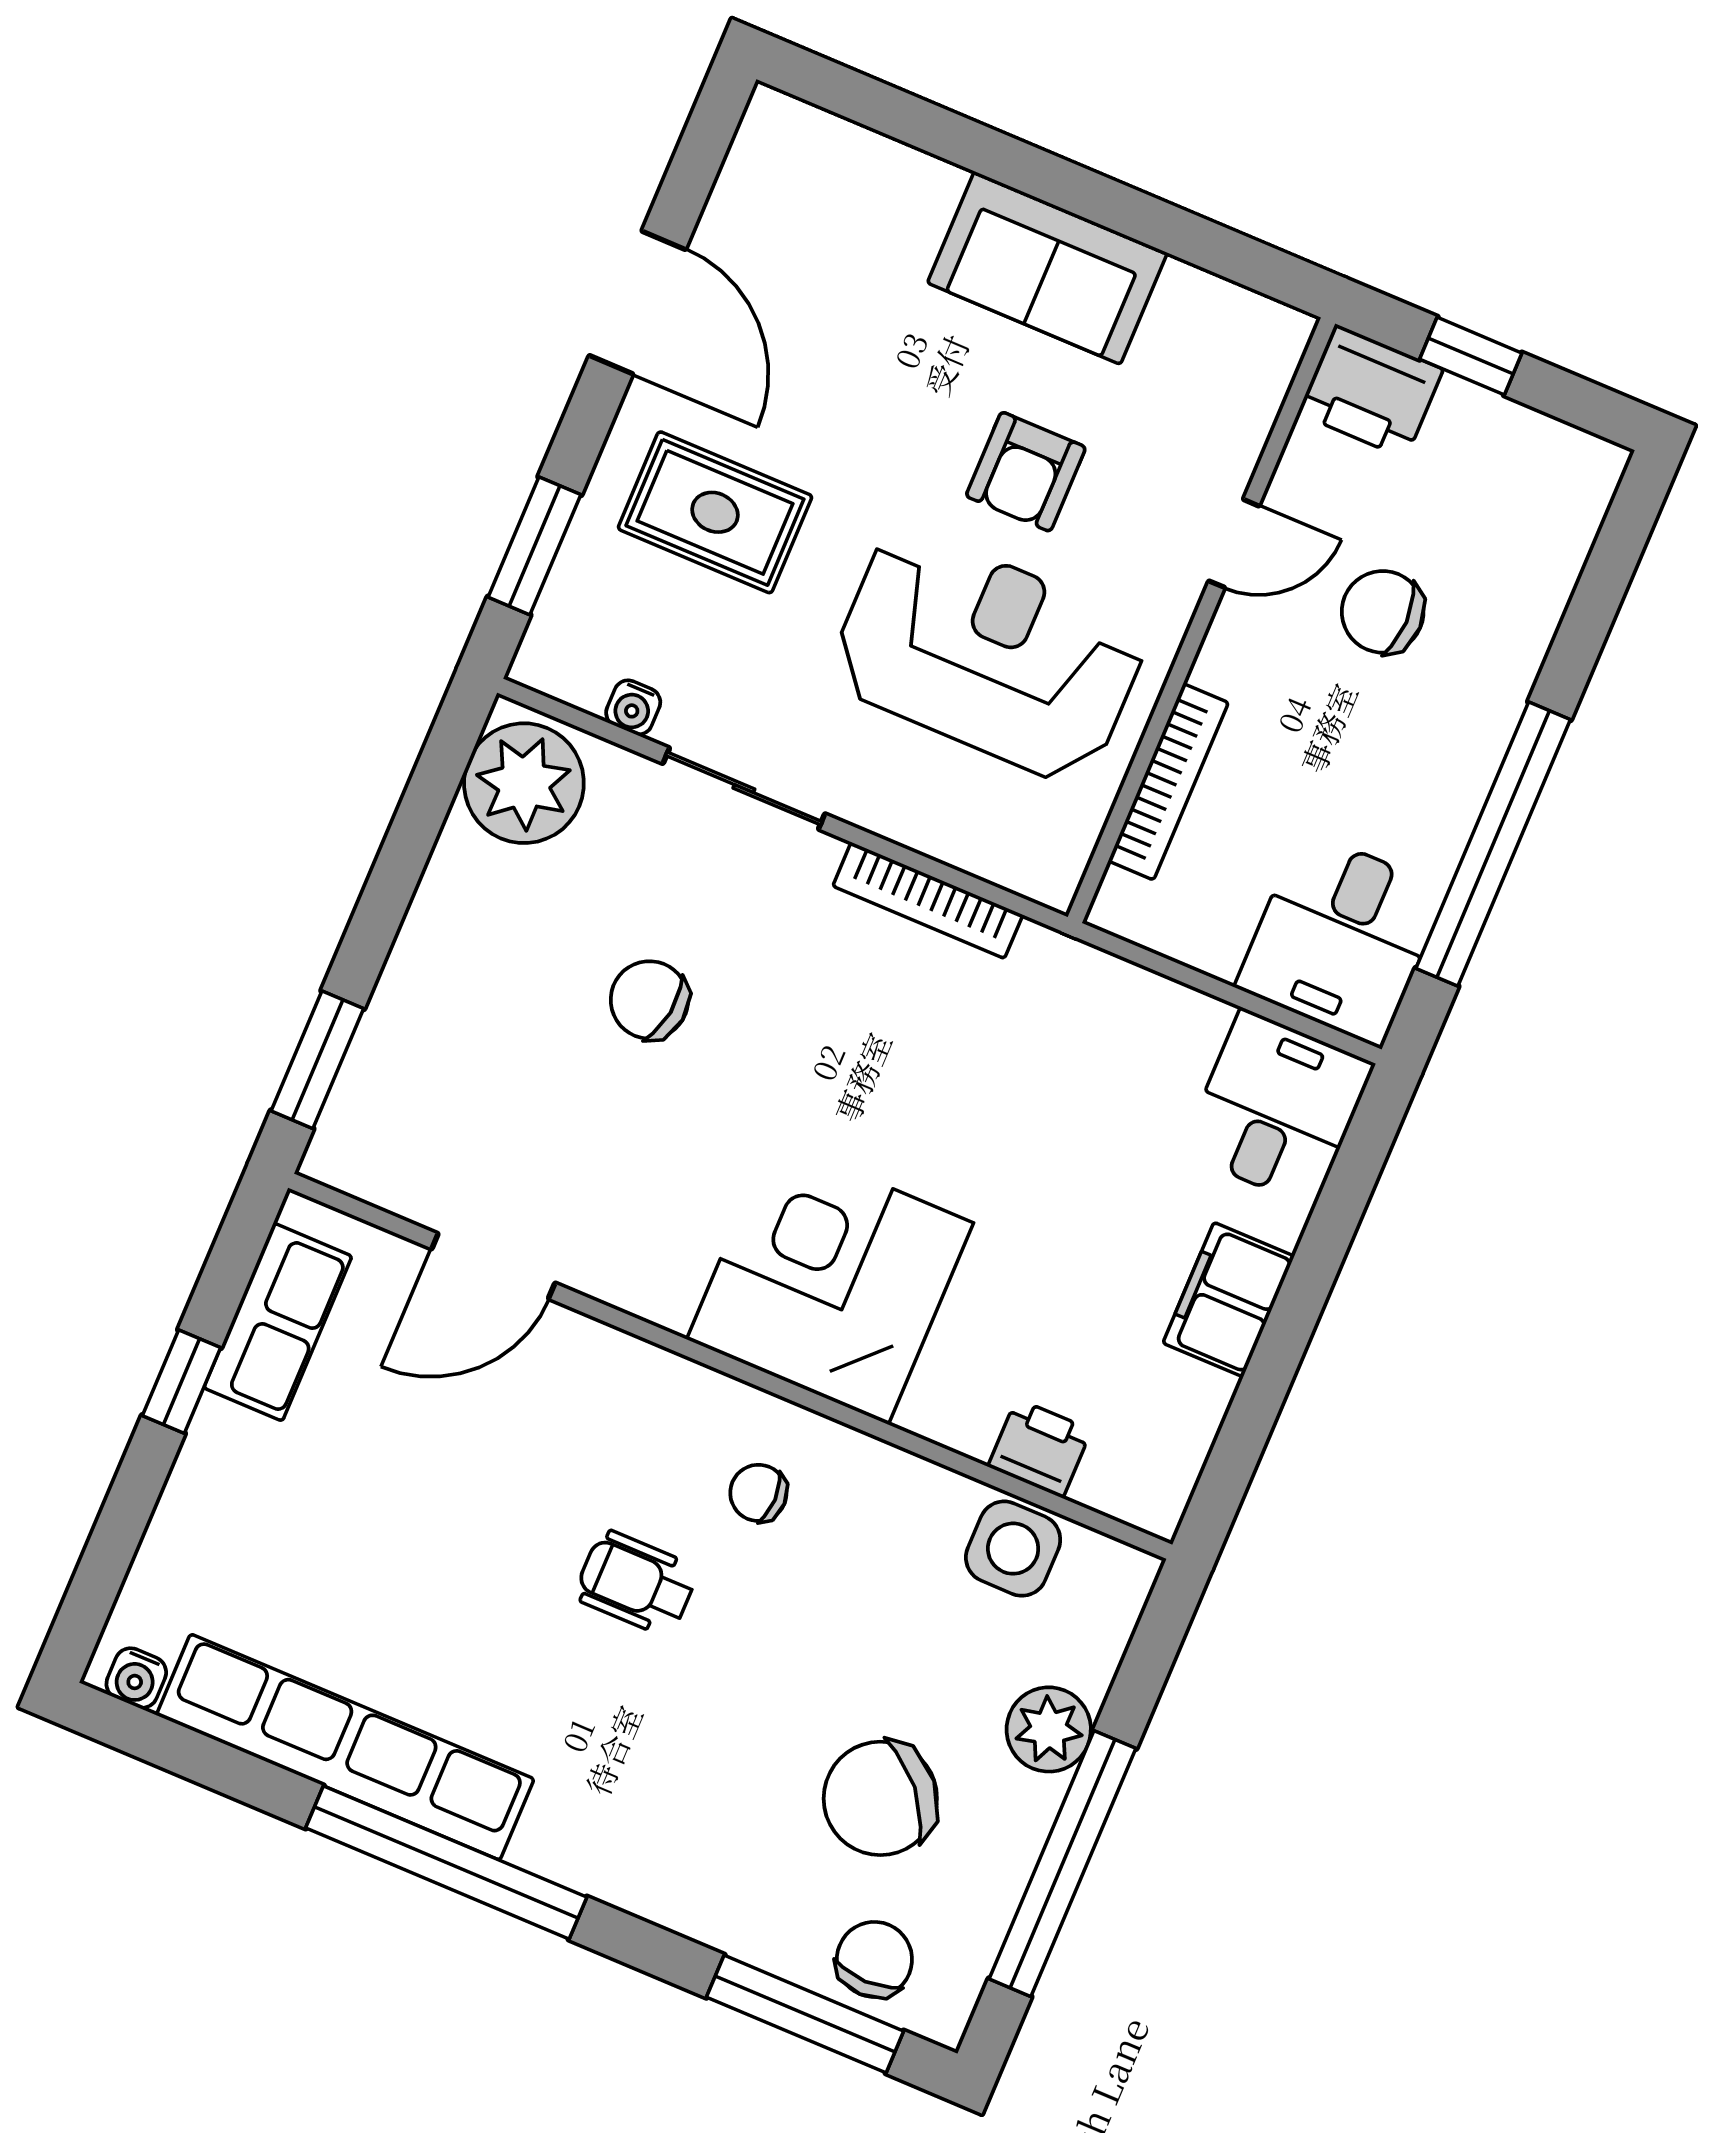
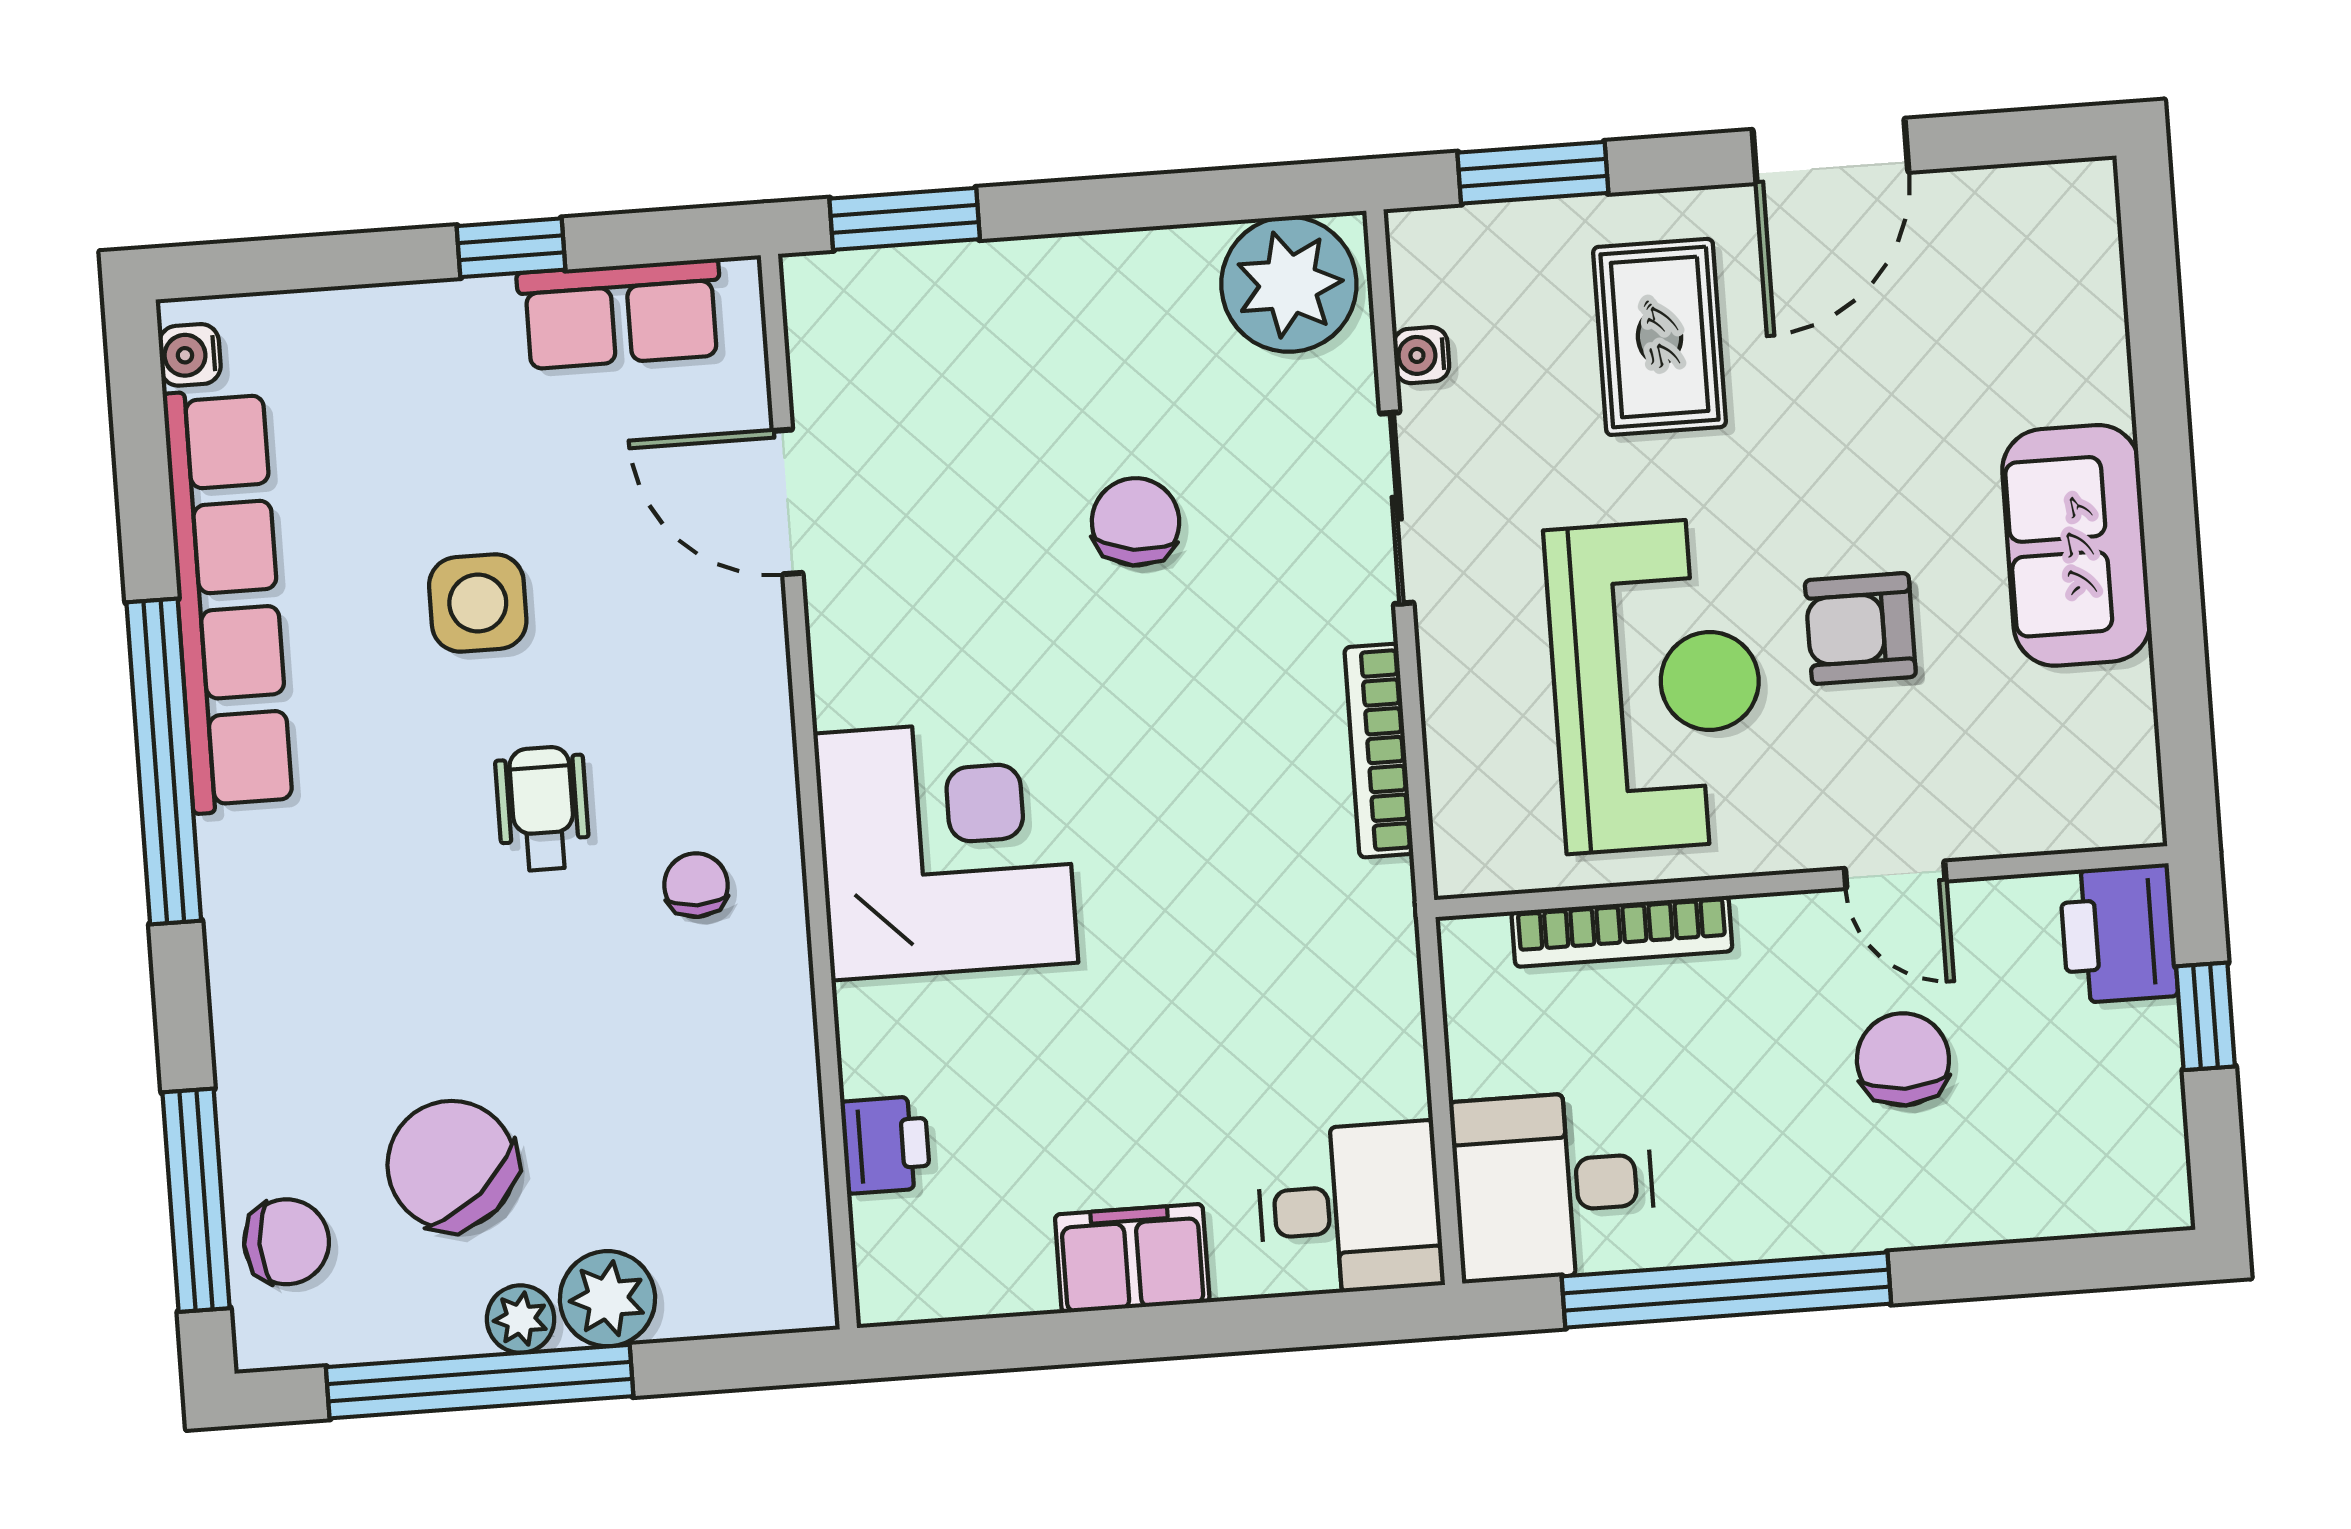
side table: (1013, 1549) -> (478, 603), moved
plant: (1030, 1806) -> (521, 1319), added

